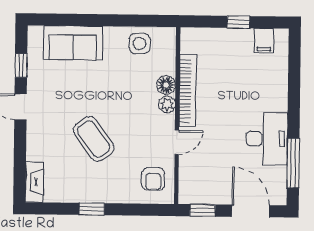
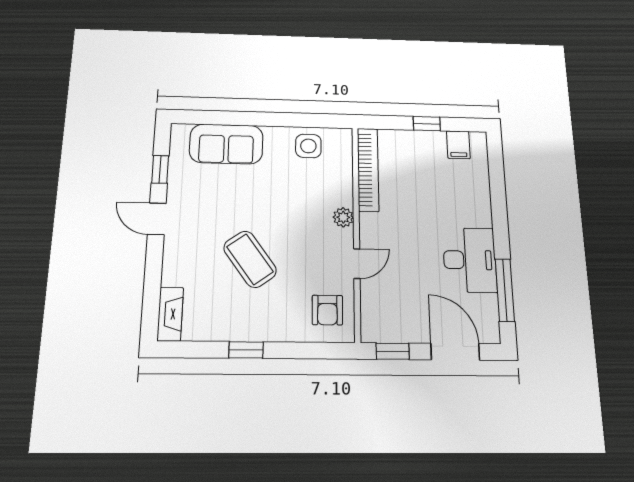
floor lamp: (166, 85) -> (342, 194), removed
bookcase: (188, 91) -> (368, 169), moved

